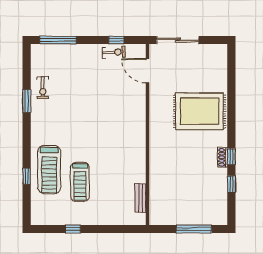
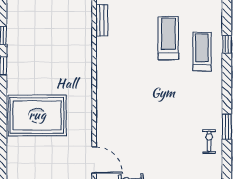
shoe rack: (223, 157) -> (11, 65), removed
treadmill: (49, 169) -> (202, 52), width x0.73, depth x0.73

